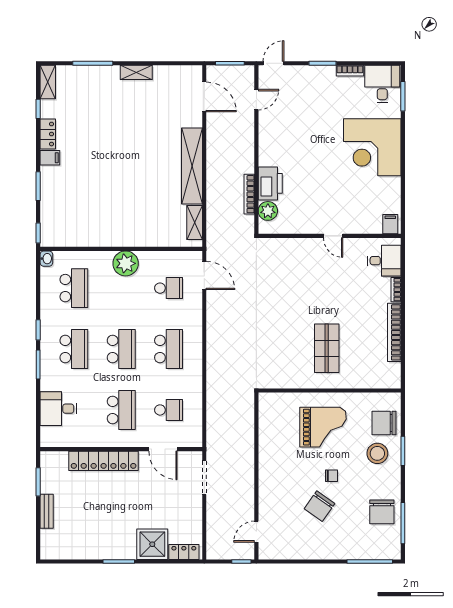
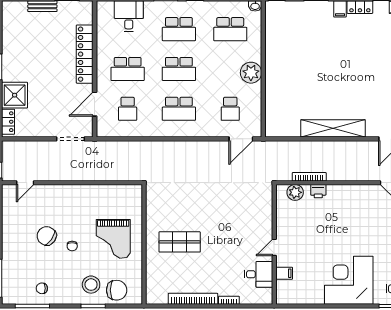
printer: (270, 183) -> (318, 191), width x0.53, depth x0.68
shelving: (195, 222) -> (285, 131), removed
filing cabinet: (390, 224) -> (284, 273), moved
desk: (384, 261) -> (258, 274), moved, turned -90
chair: (384, 423) -> (117, 290), turned 90
chair: (382, 512) -> (42, 288), width x0.54, depth x0.54
door: (256, 532) -> (25, 183), swing flipped

